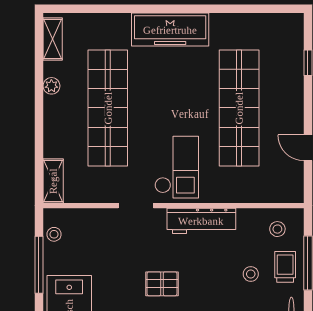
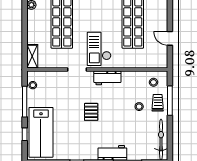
checkout: (177, 167) -> (99, 49), turned 180
workbench: (201, 221) -> (107, 78), width x0.73
pallet: (162, 284) -> (91, 112), turned 90

